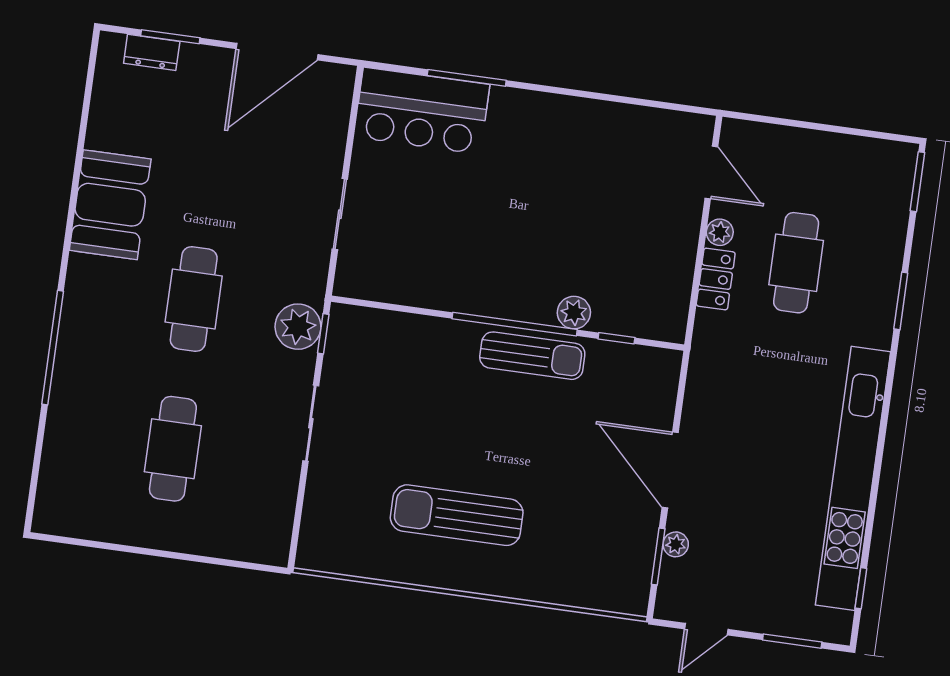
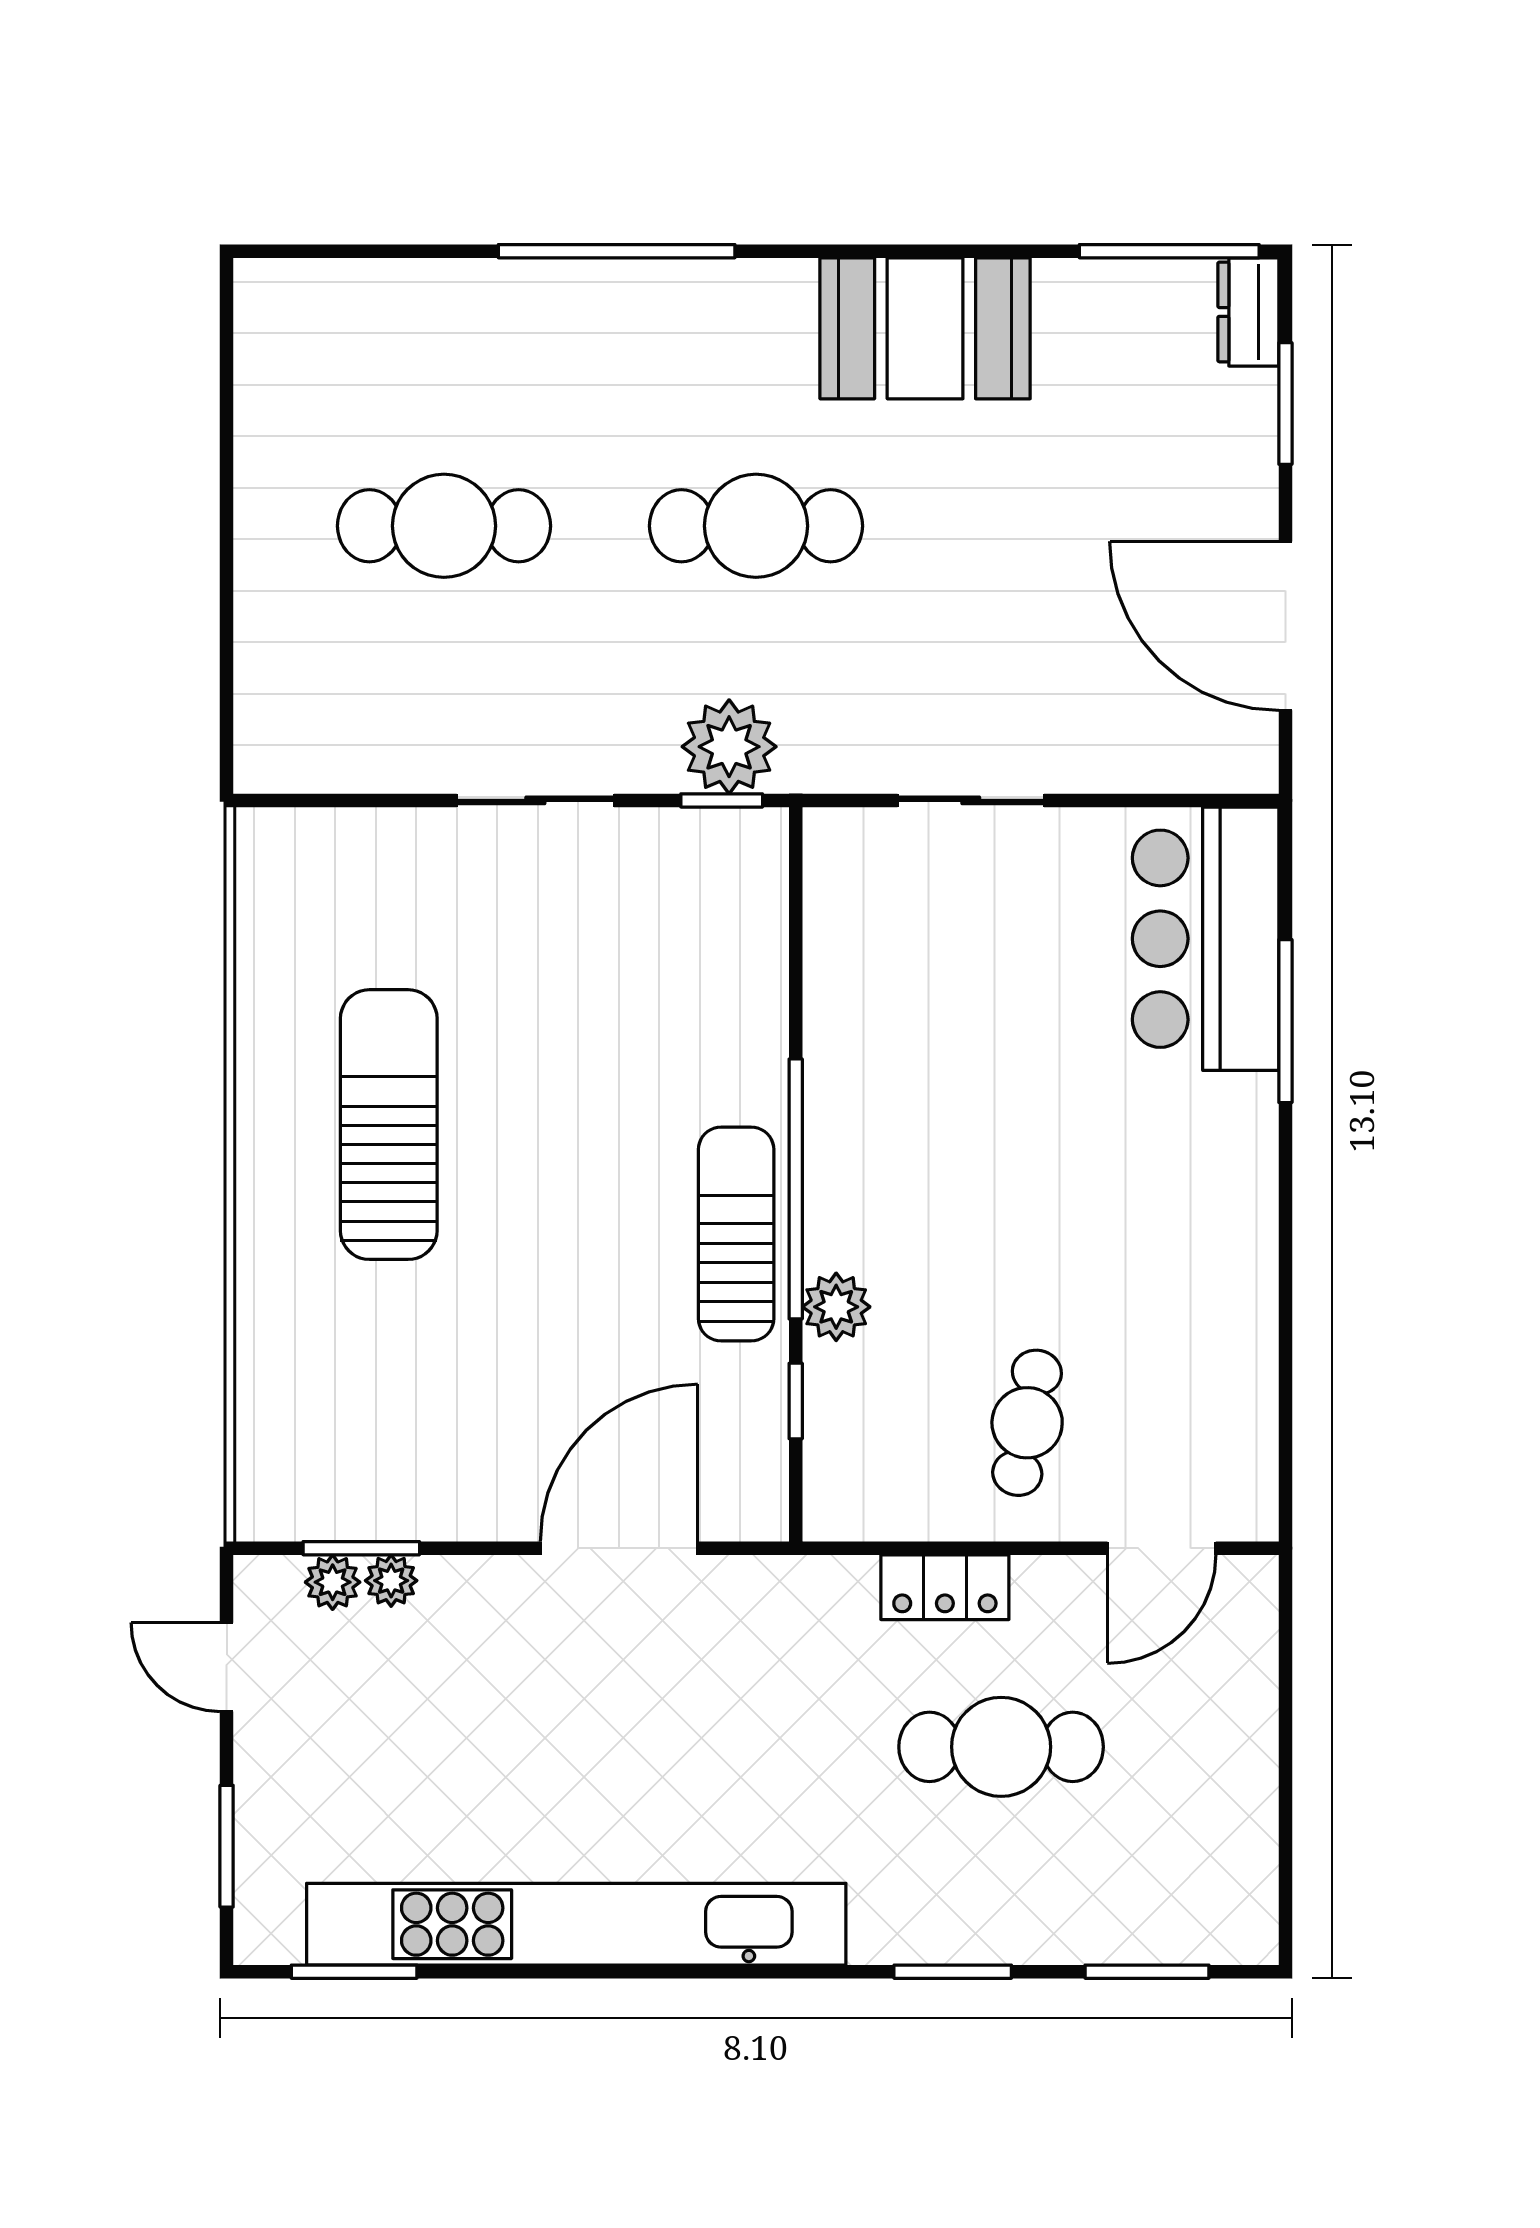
dresser: (152, 52) -> (1248, 312), moved
window: (89, 82) -> (1169, 251), added
window: (917, 182) -> (1147, 1972), moved
cafe table: (642, 229) -> (1027, 1423), added
plant: (720, 232) -> (333, 1582), moved
sun lounger: (532, 356) -> (736, 1234), turned 180
door: (670, 470) -> (619, 1548), moved
window: (861, 588) -> (354, 1972), width x1.50

